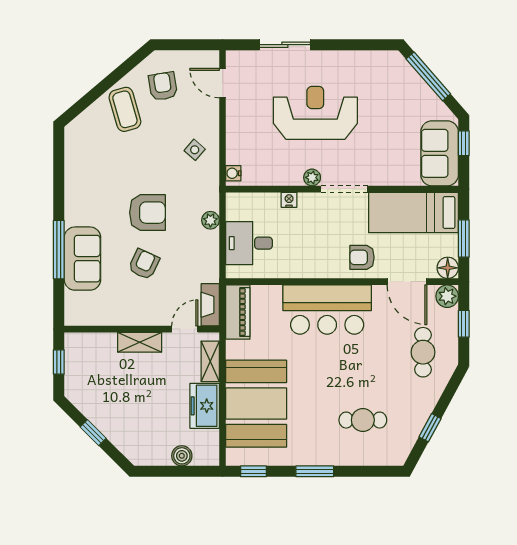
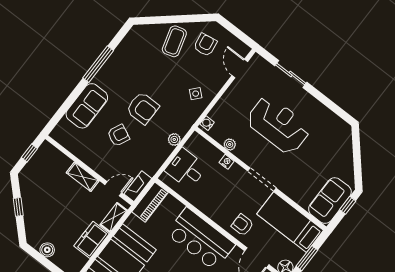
window: (428, 76) -> (357, 153), removed
plant: (312, 177) -> (230, 144), moved
window: (59, 250) -> (98, 64), moved
boiler: (182, 456) -> (47, 250), moved

